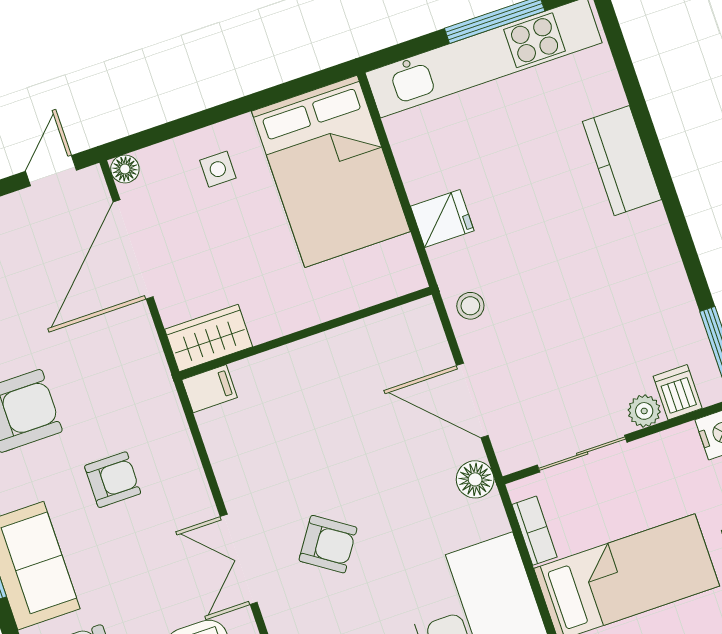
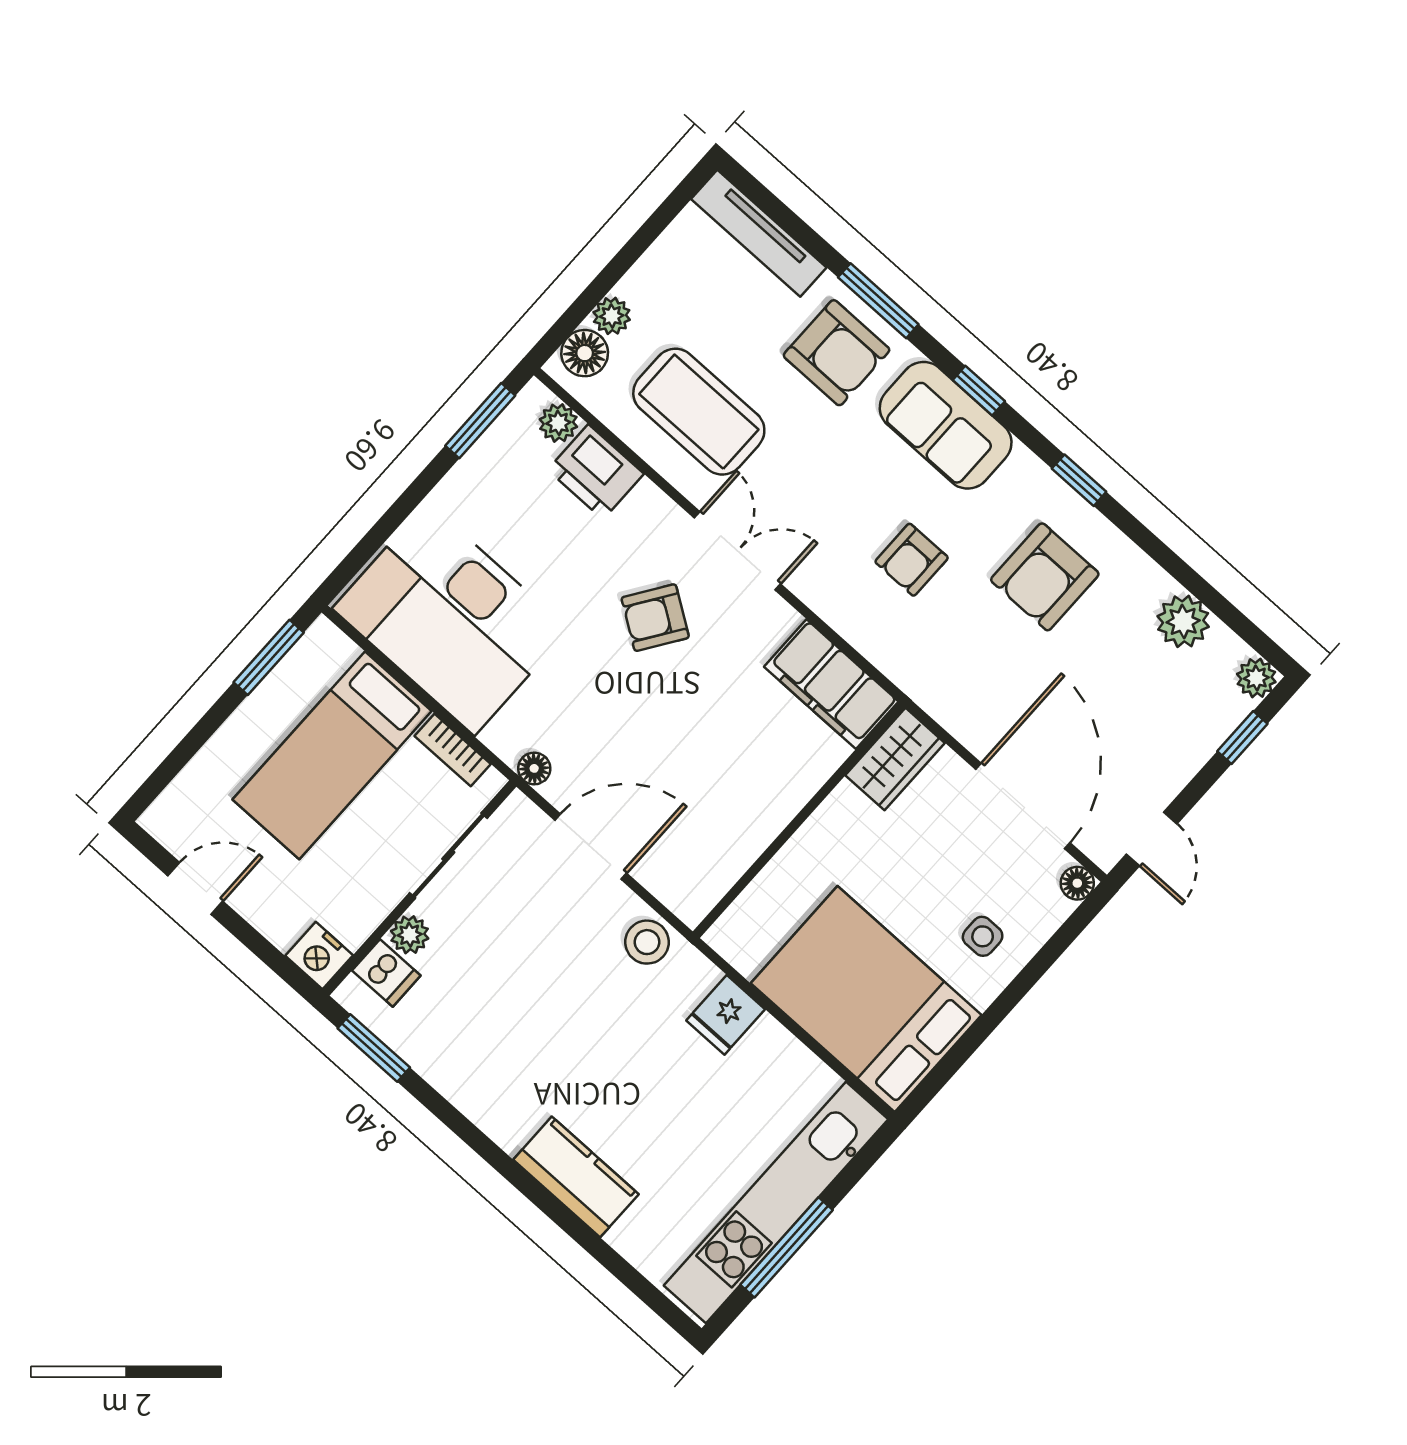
stool: (470, 306) -> (647, 942), width x1.37, depth x1.37
filing cabinet: (210, 389) -> (831, 684), width x3.00, depth x1.17
floor lamp: (475, 479) -> (534, 768), width x0.73, depth x0.73

